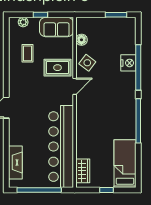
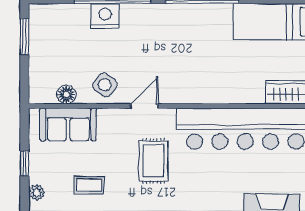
sofa: (57, 27) -> (68, 124), moved, turned 90
rug: (57, 68) -> (153, 161), moved
door: (75, 86) -> (144, 106), hinge flipped

